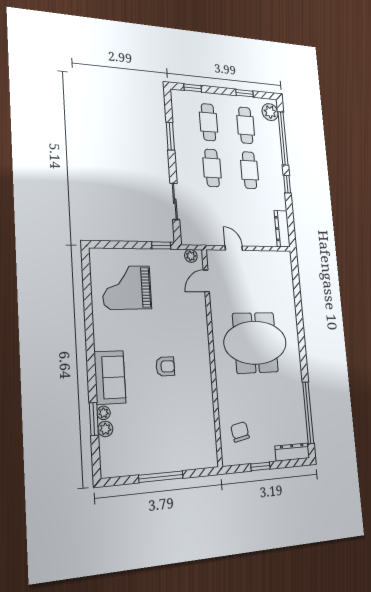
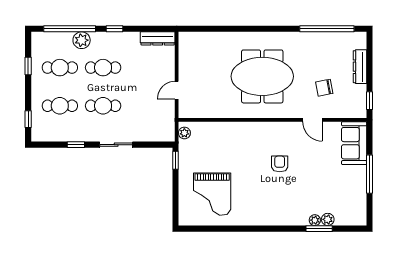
plant: (270, 112) -> (82, 40), moved
window: (170, 136) -> (76, 145), width x0.67
sliding door: (175, 201) -> (116, 145), moved
door: (206, 281) -> (312, 120), moved
meeting table: (255, 343) -> (262, 76), turned 90
sofa: (110, 377) -> (354, 143), moved, turned -90
chair: (240, 432) -> (324, 88), moved
dresser: (292, 452) -> (360, 67), moved
window: (260, 466) -> (369, 101), moved

